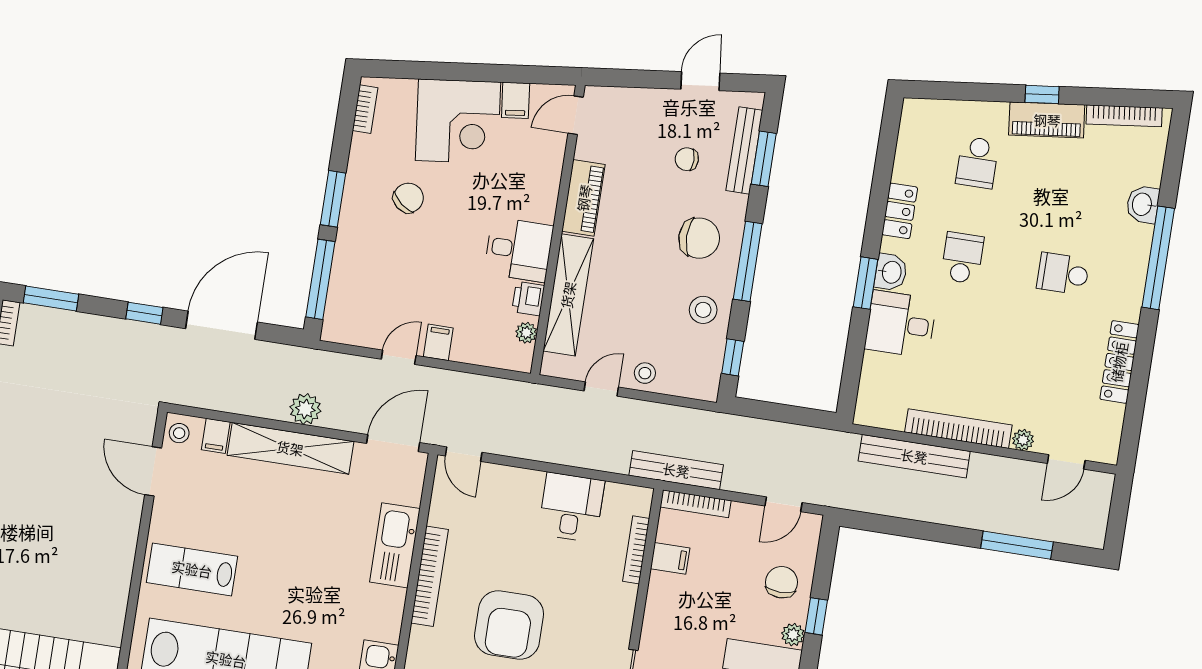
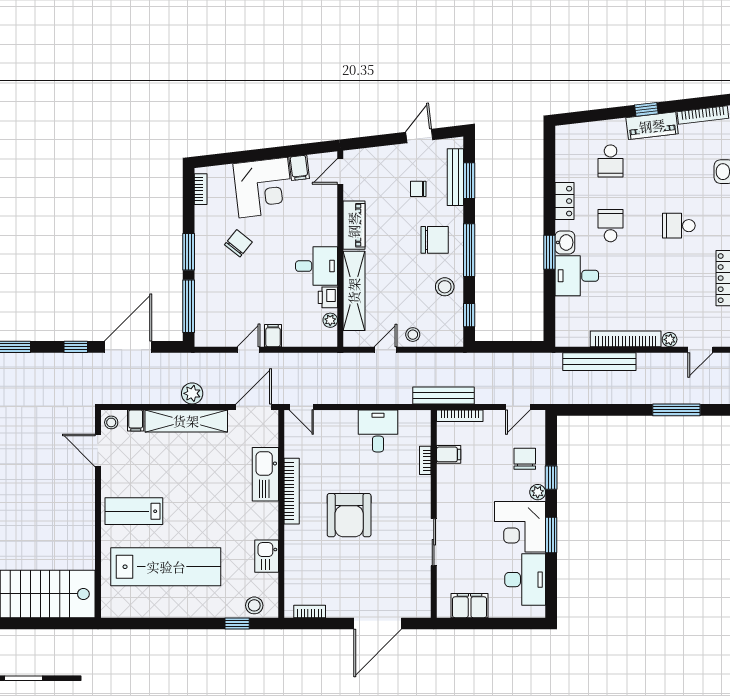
bookcase: (636, 550) -> (425, 460), width x0.64

